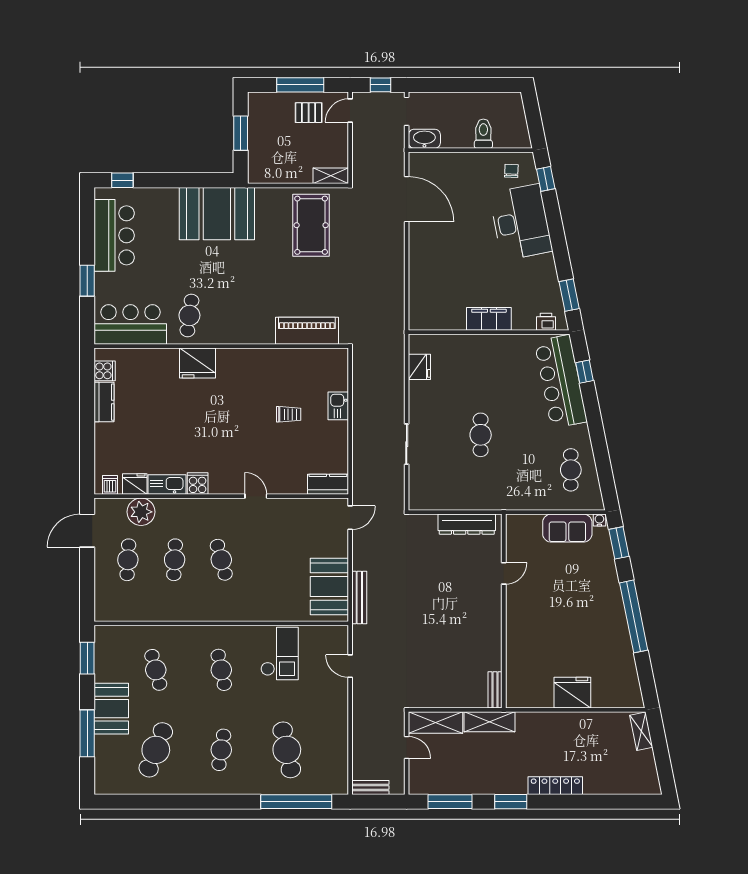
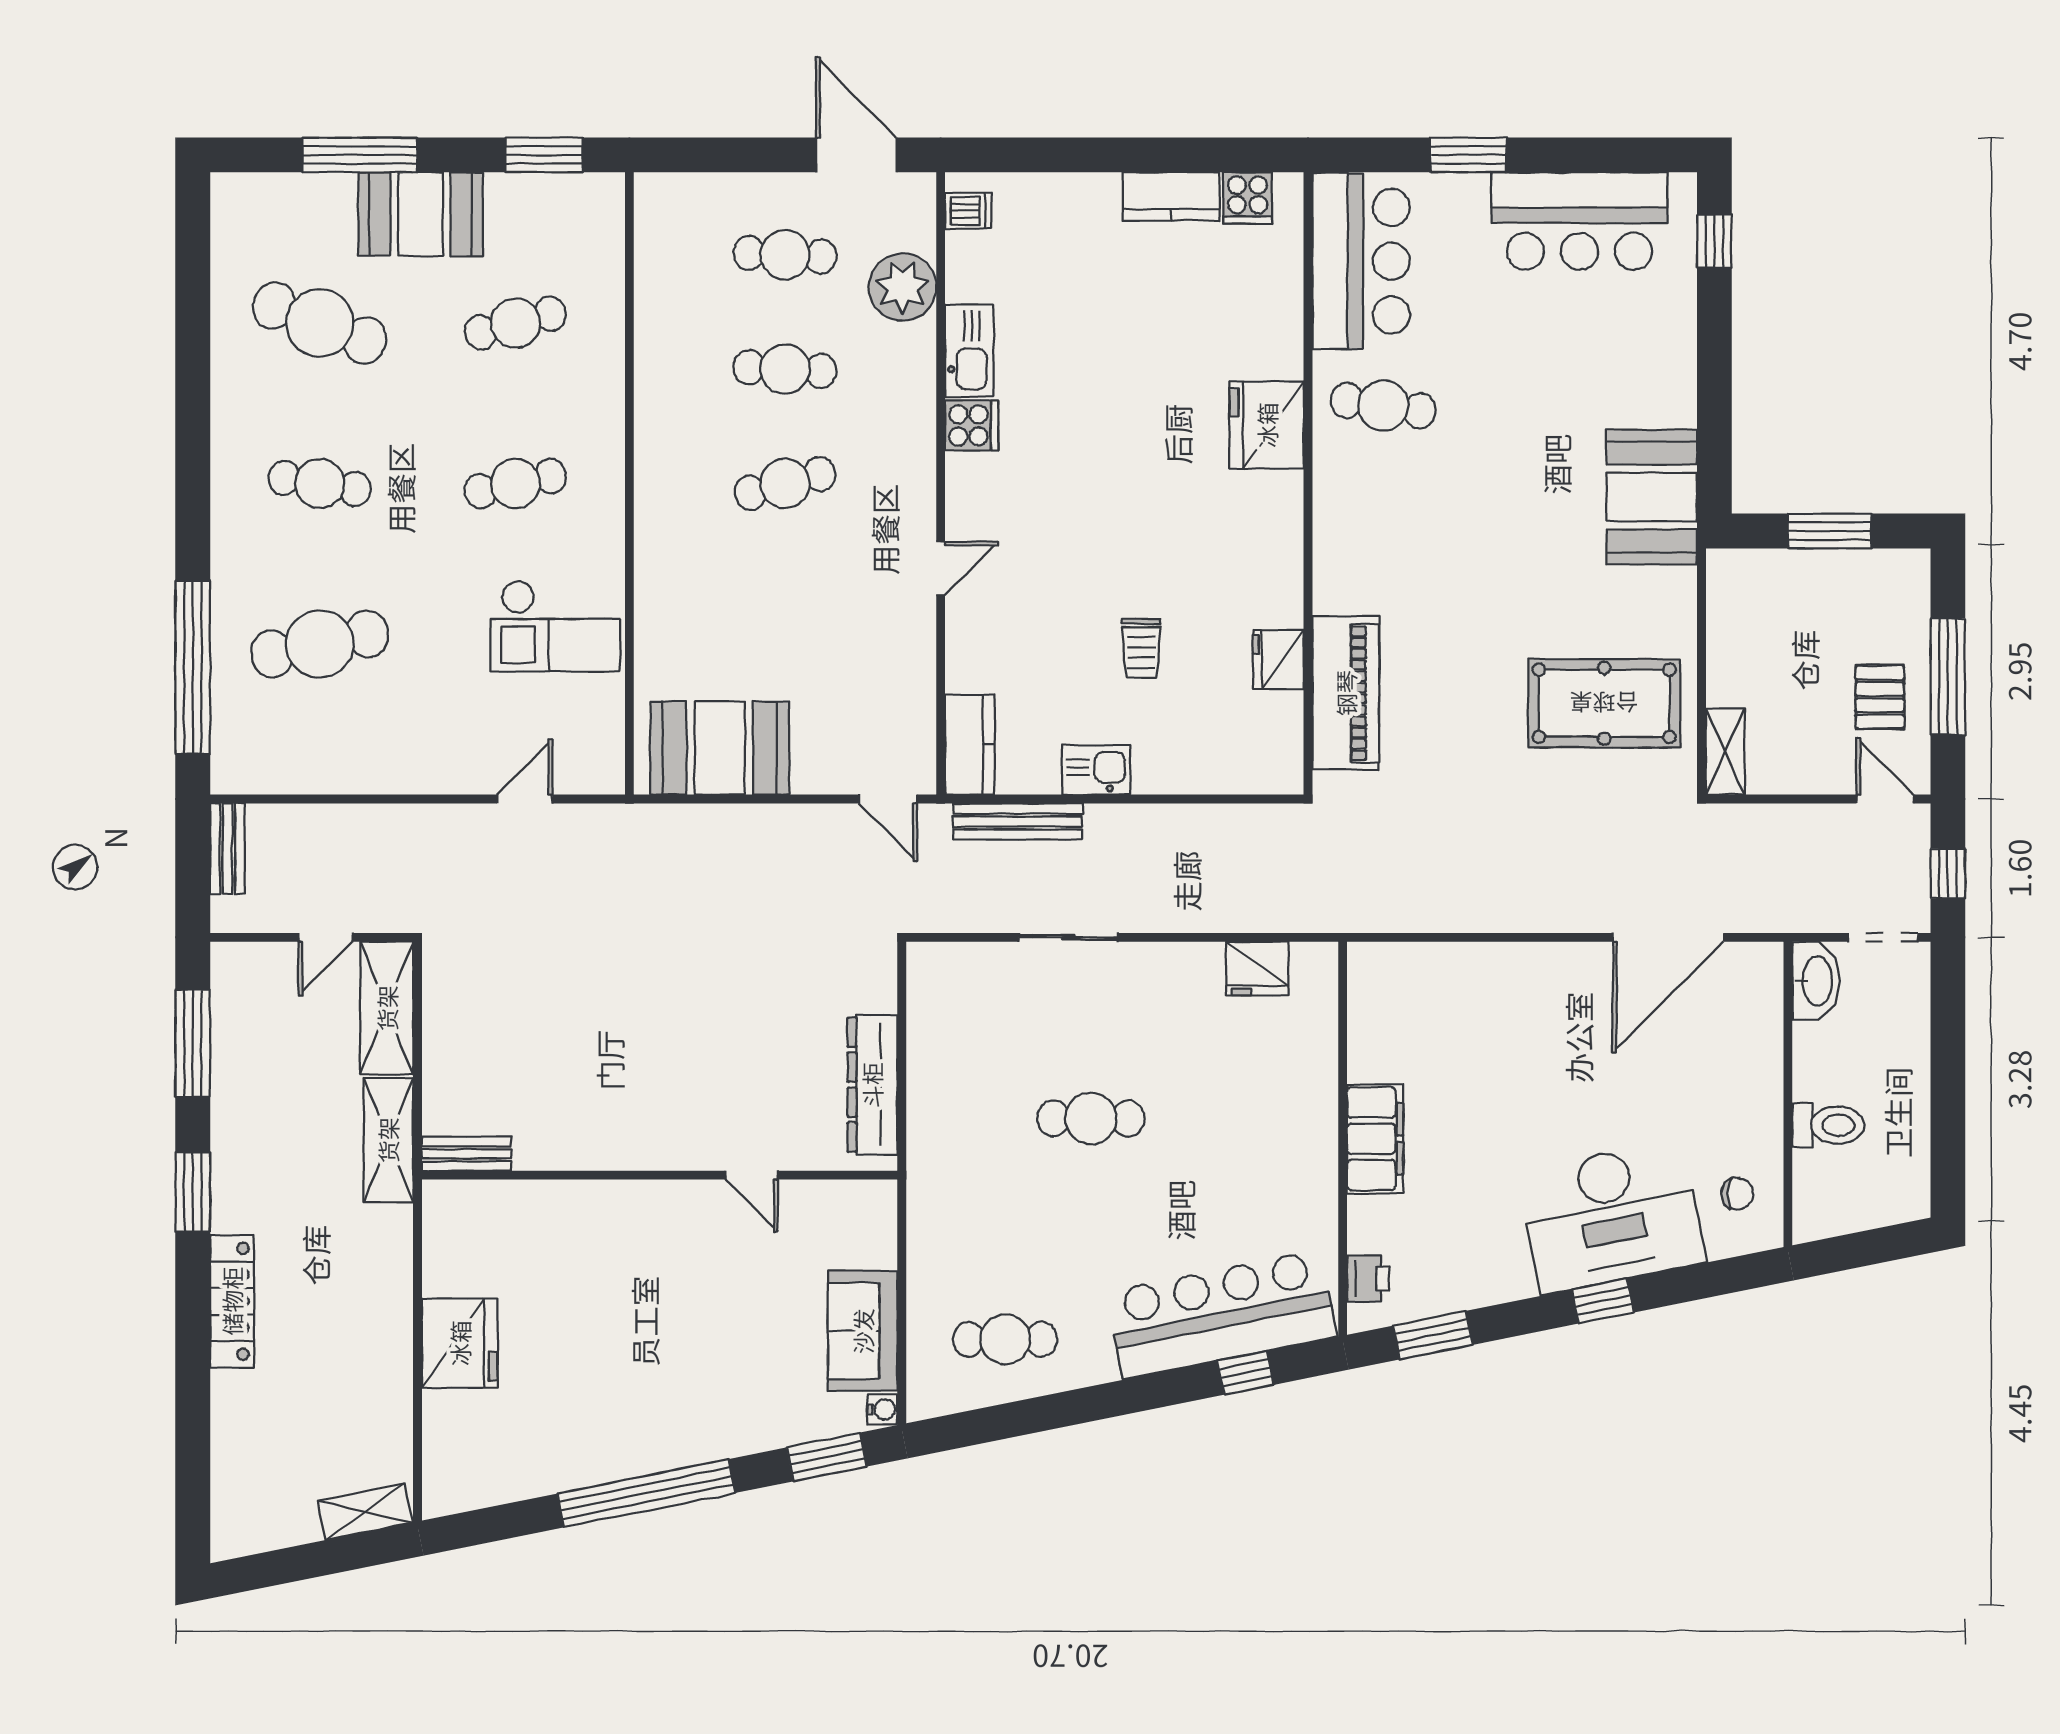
window: (546, 179) -> (1603, 1301), moved
booth: (217, 214) -> (1652, 497), width x0.73, depth x0.70
kitchen sink: (338, 406) -> (1096, 770), moved
fridge: (135, 484) -> (1278, 660), moved, turned 180
bench: (359, 597) -> (1018, 821), moved

